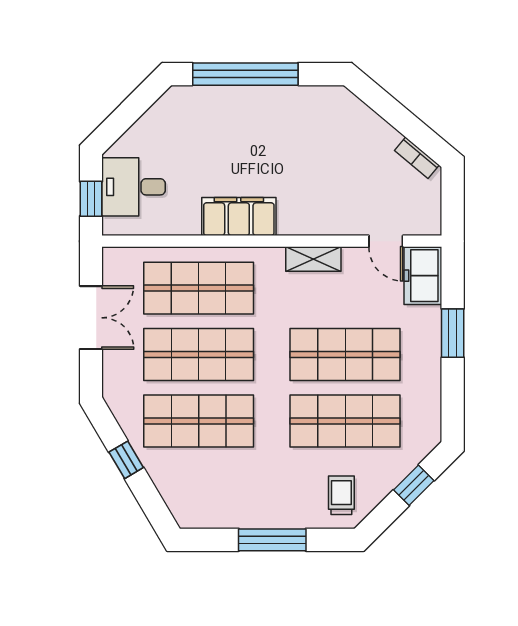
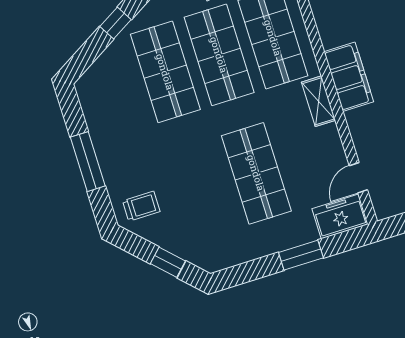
filing cabinet: (239, 216) -> (349, 77), moved
shelving: (313, 259) -> (319, 101), moved
shop shelf: (345, 421) -> (202, 190), removed

